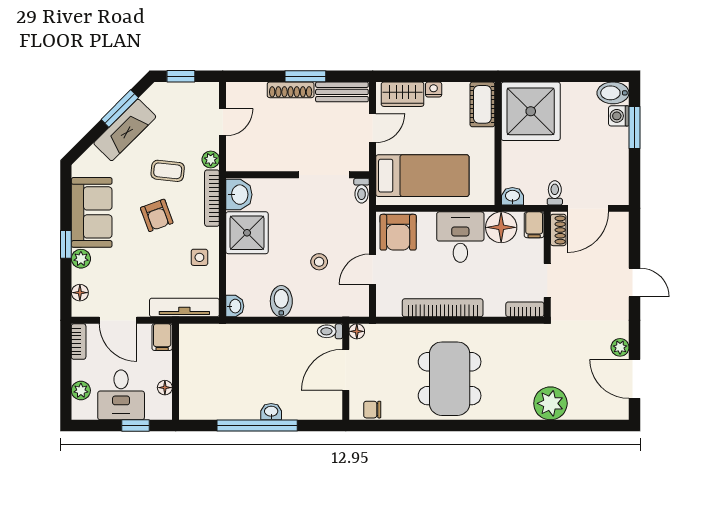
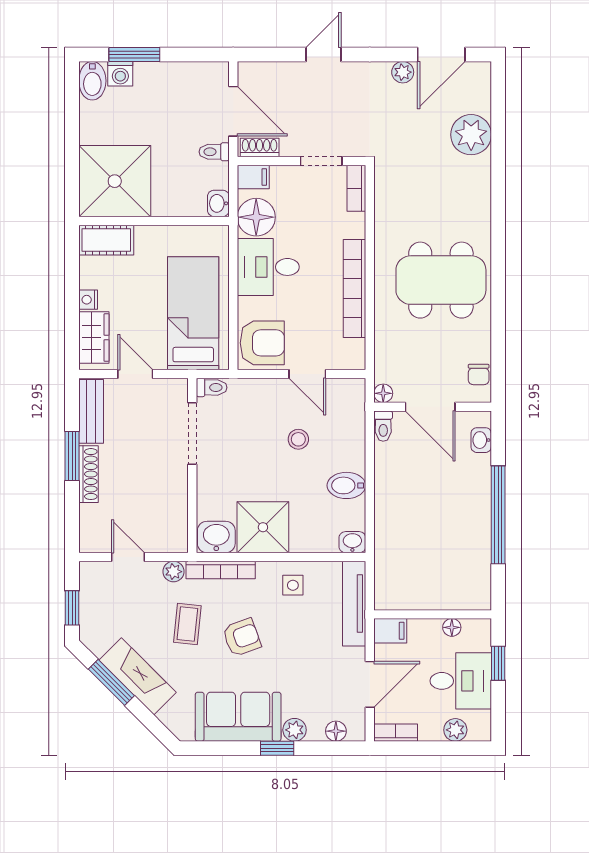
plant: (550, 403) -> (471, 135), moved
washbasin: (271, 412) -> (481, 440), moved

